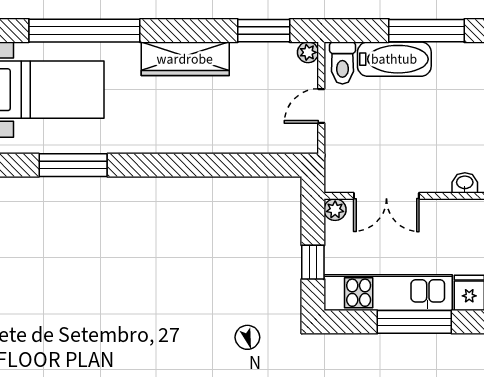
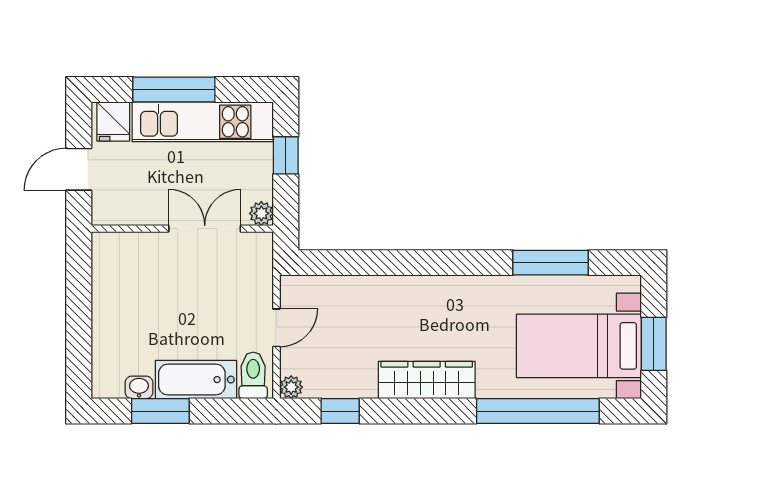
window: (264, 31) -> (340, 411), width x0.67
window: (427, 31) -> (160, 411), width x0.69
washbasin: (465, 183) -> (139, 387), moved, turned 180

